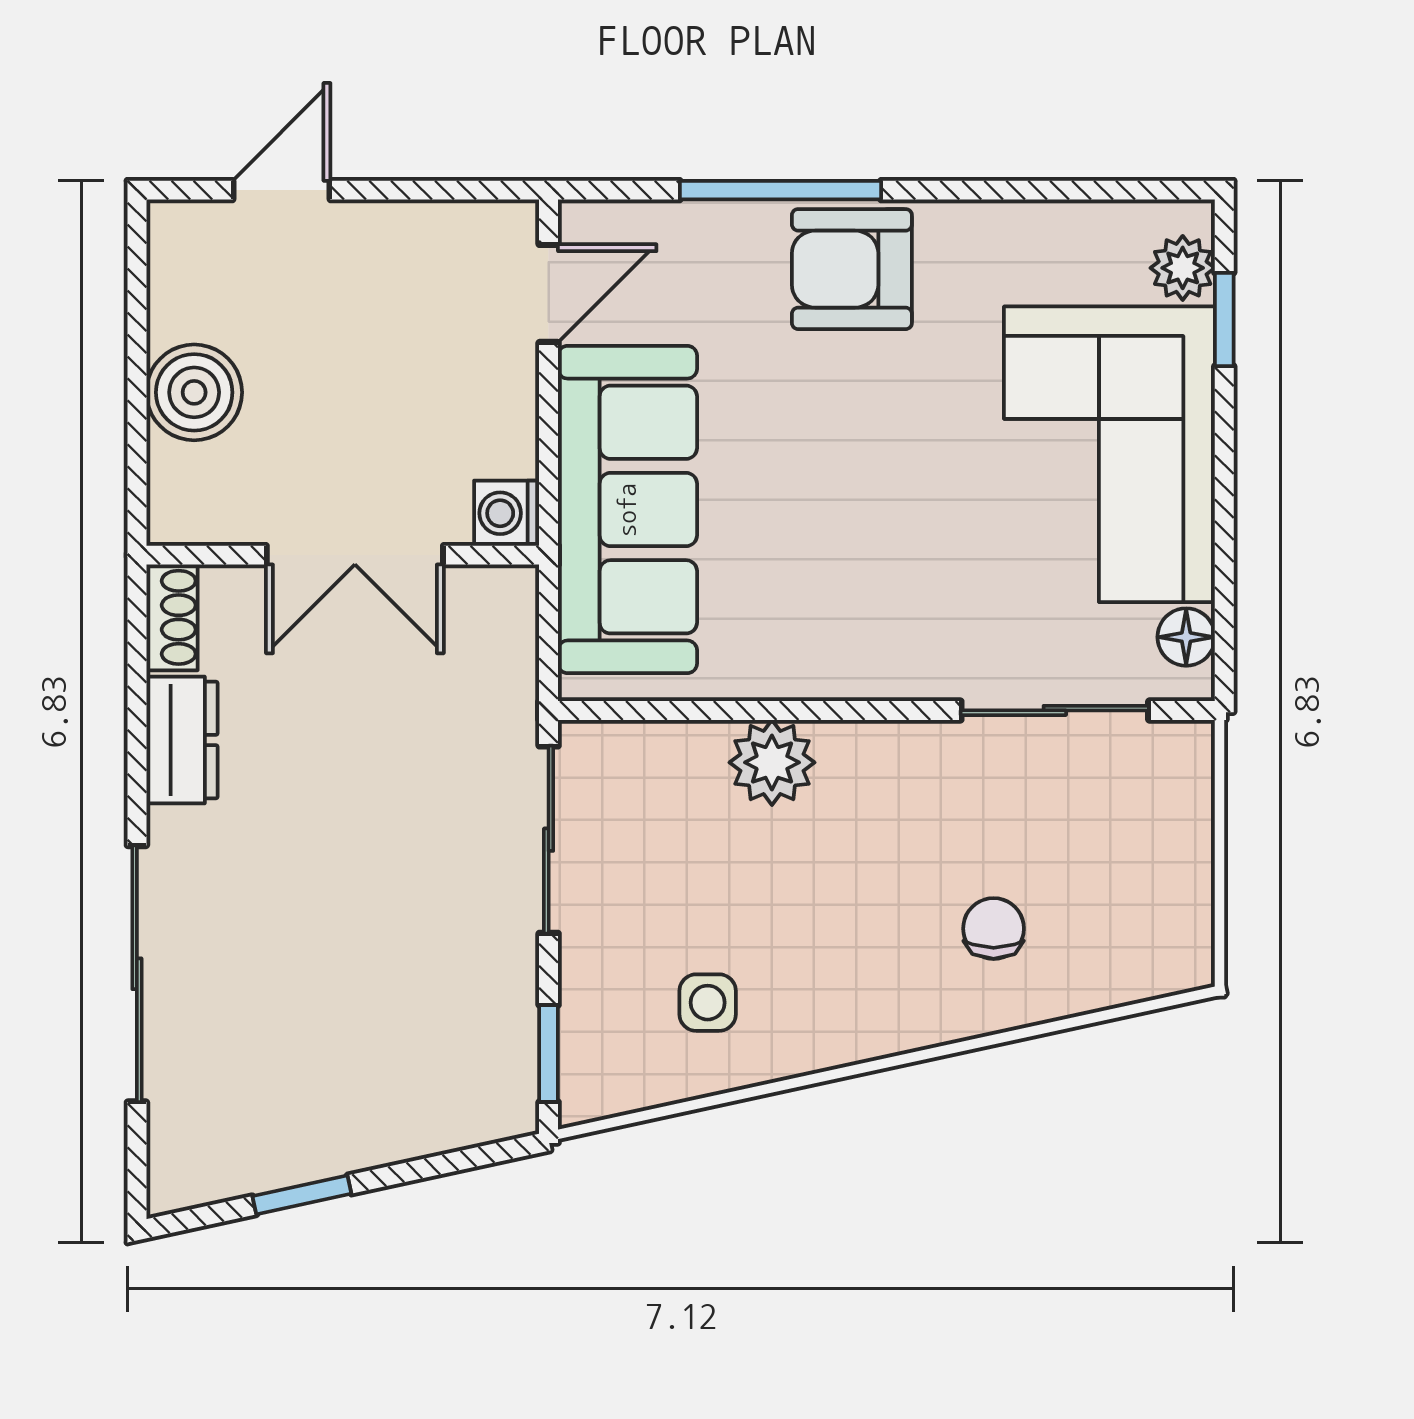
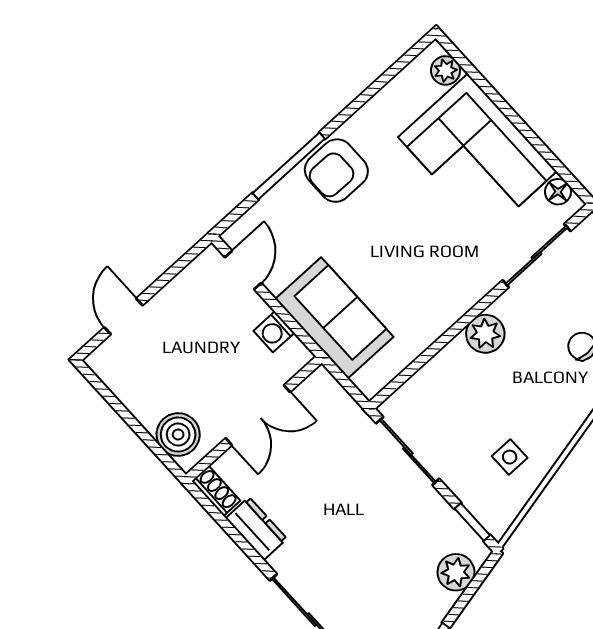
window: (1224, 319) -> (475, 75), removed
boiler: (194, 392) -> (178, 434), moved
sofa: (627, 510) -> (334, 318), width x0.73
washing machine: (507, 513) -> (274, 332), moved
plant: (772, 762) -> (485, 334), moved
plant: (446, 1112) -> (456, 572), added

